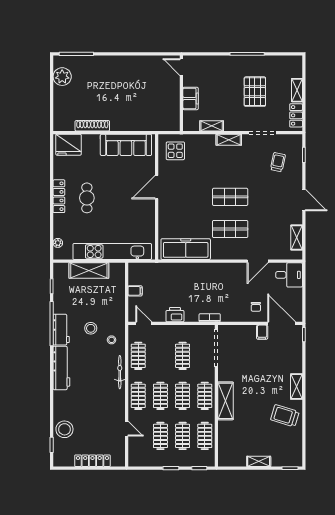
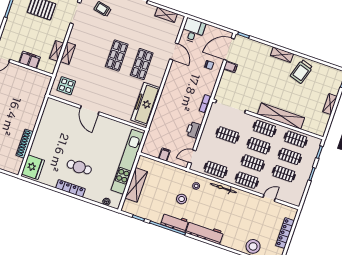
shelving: (229, 140) -> (68, 53), moved
sofa: (126, 145) -> (48, 123), removed
shelving: (226, 401) -> (281, 116), width x1.47

